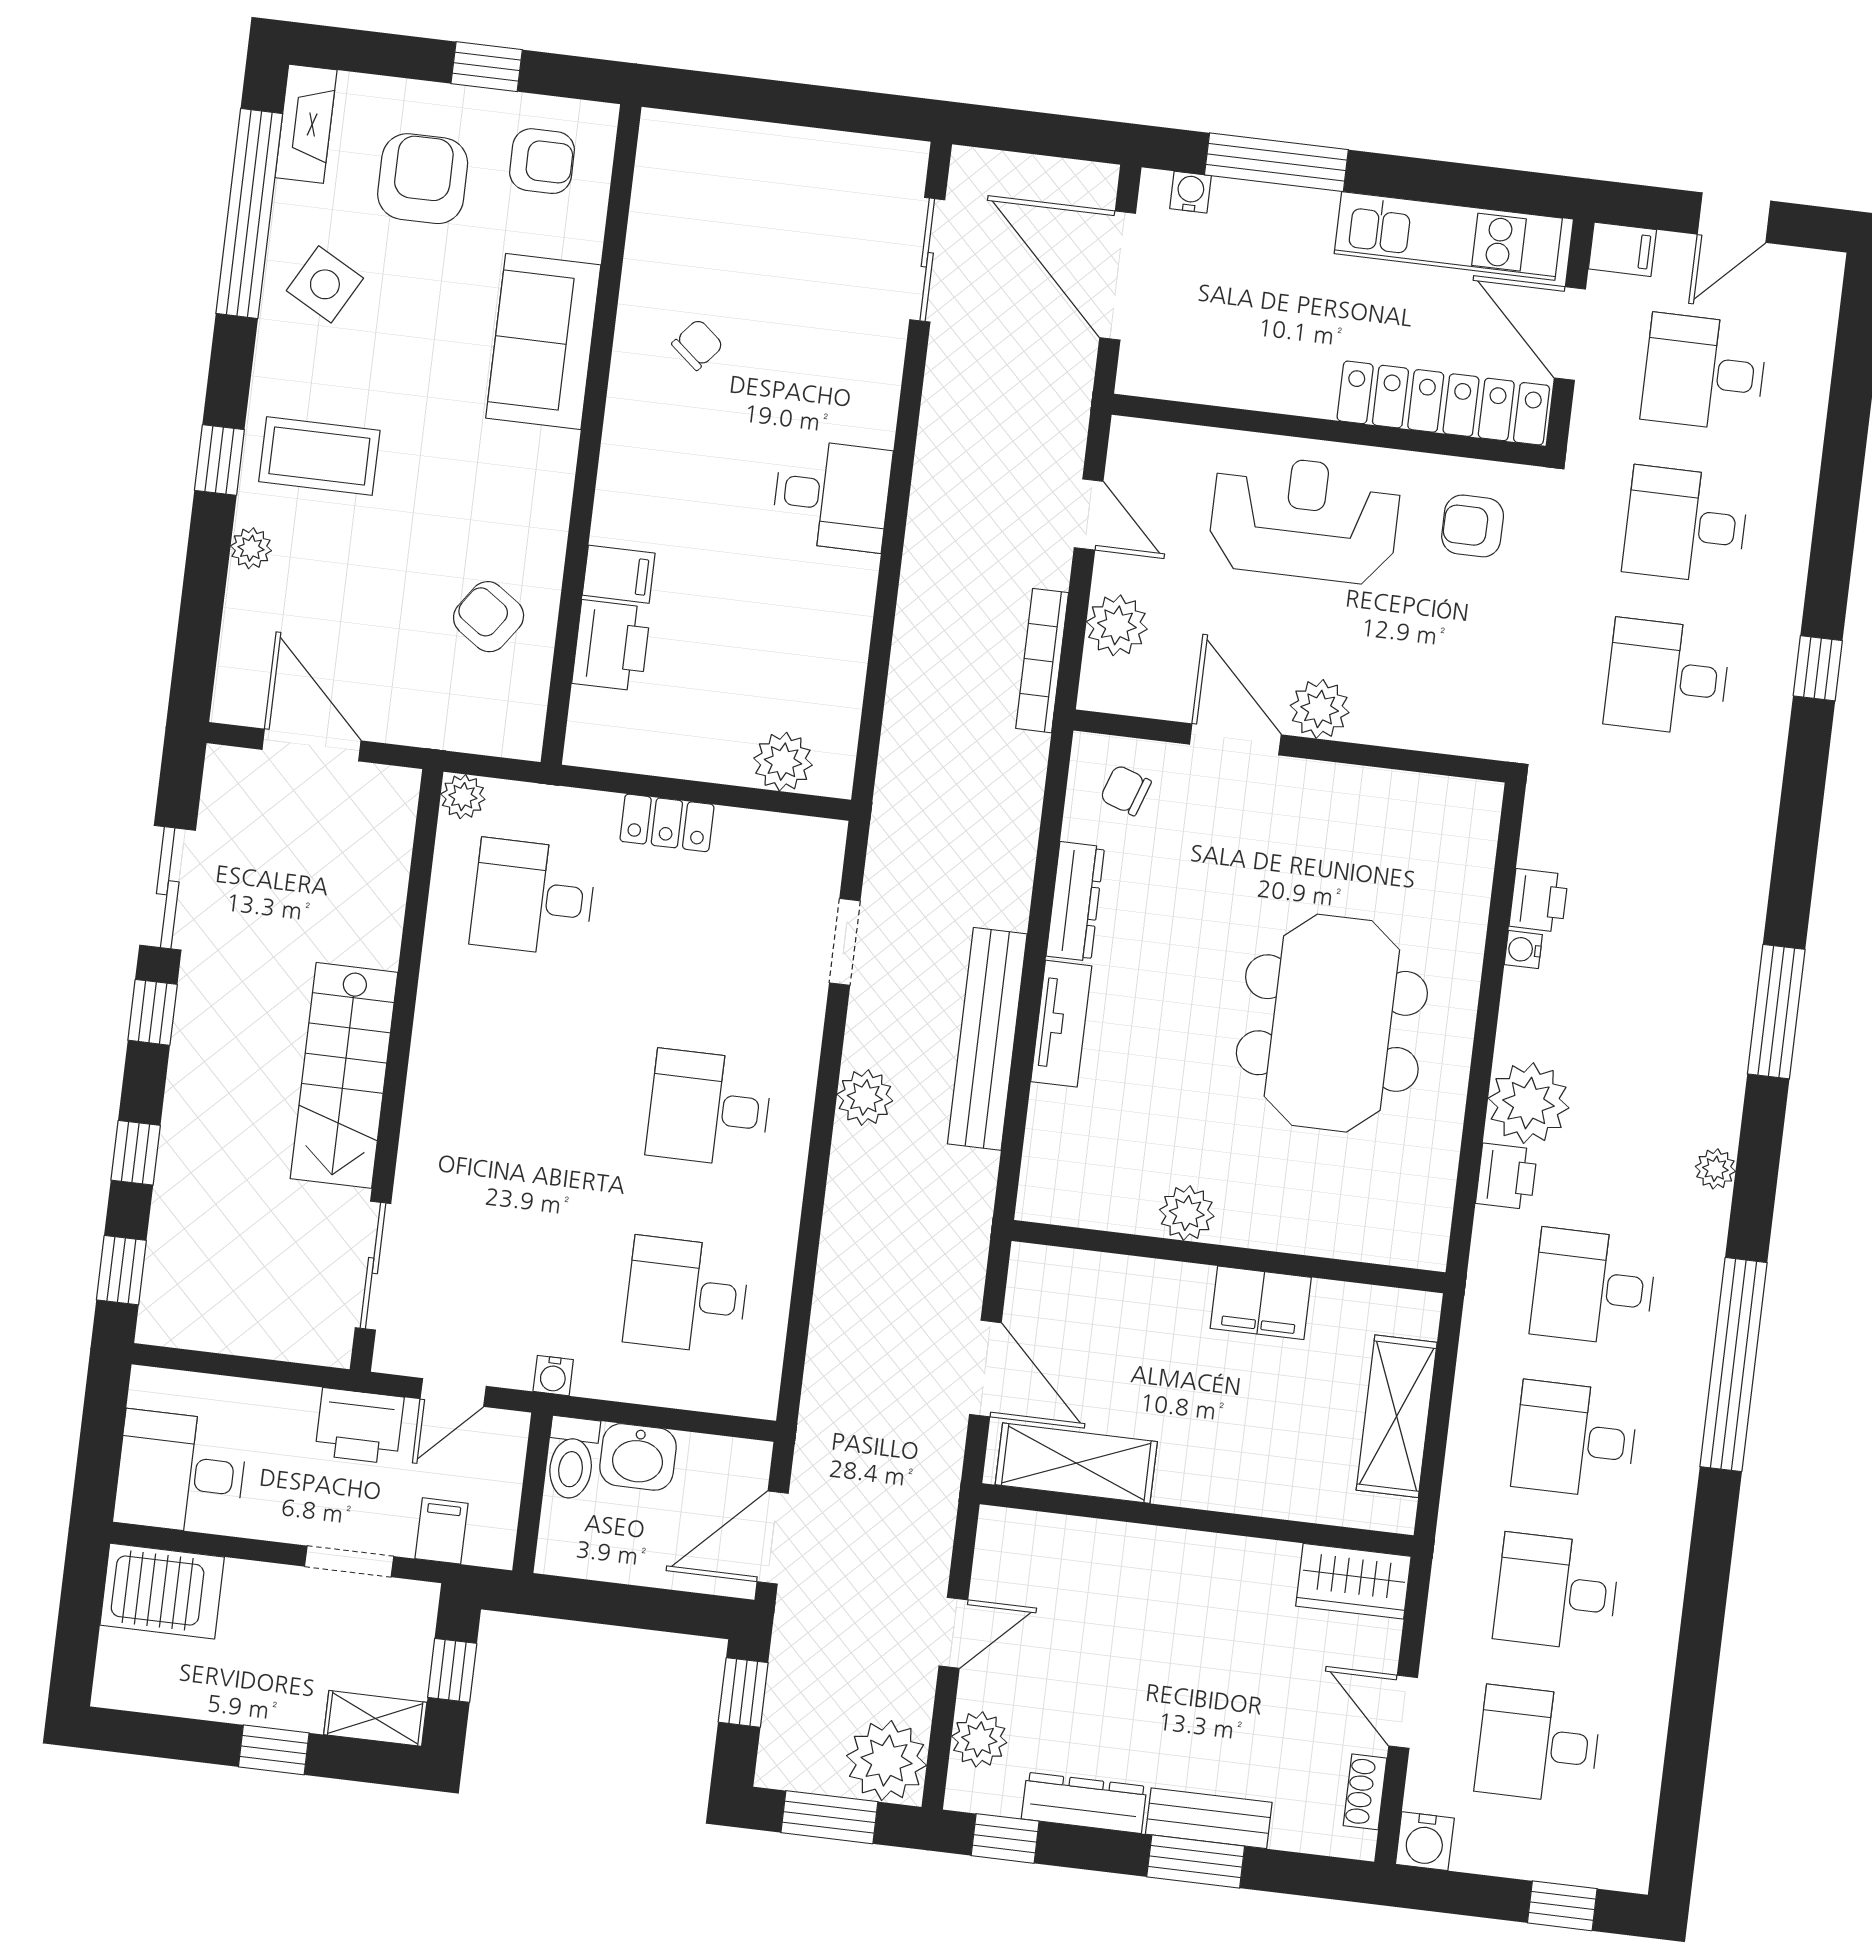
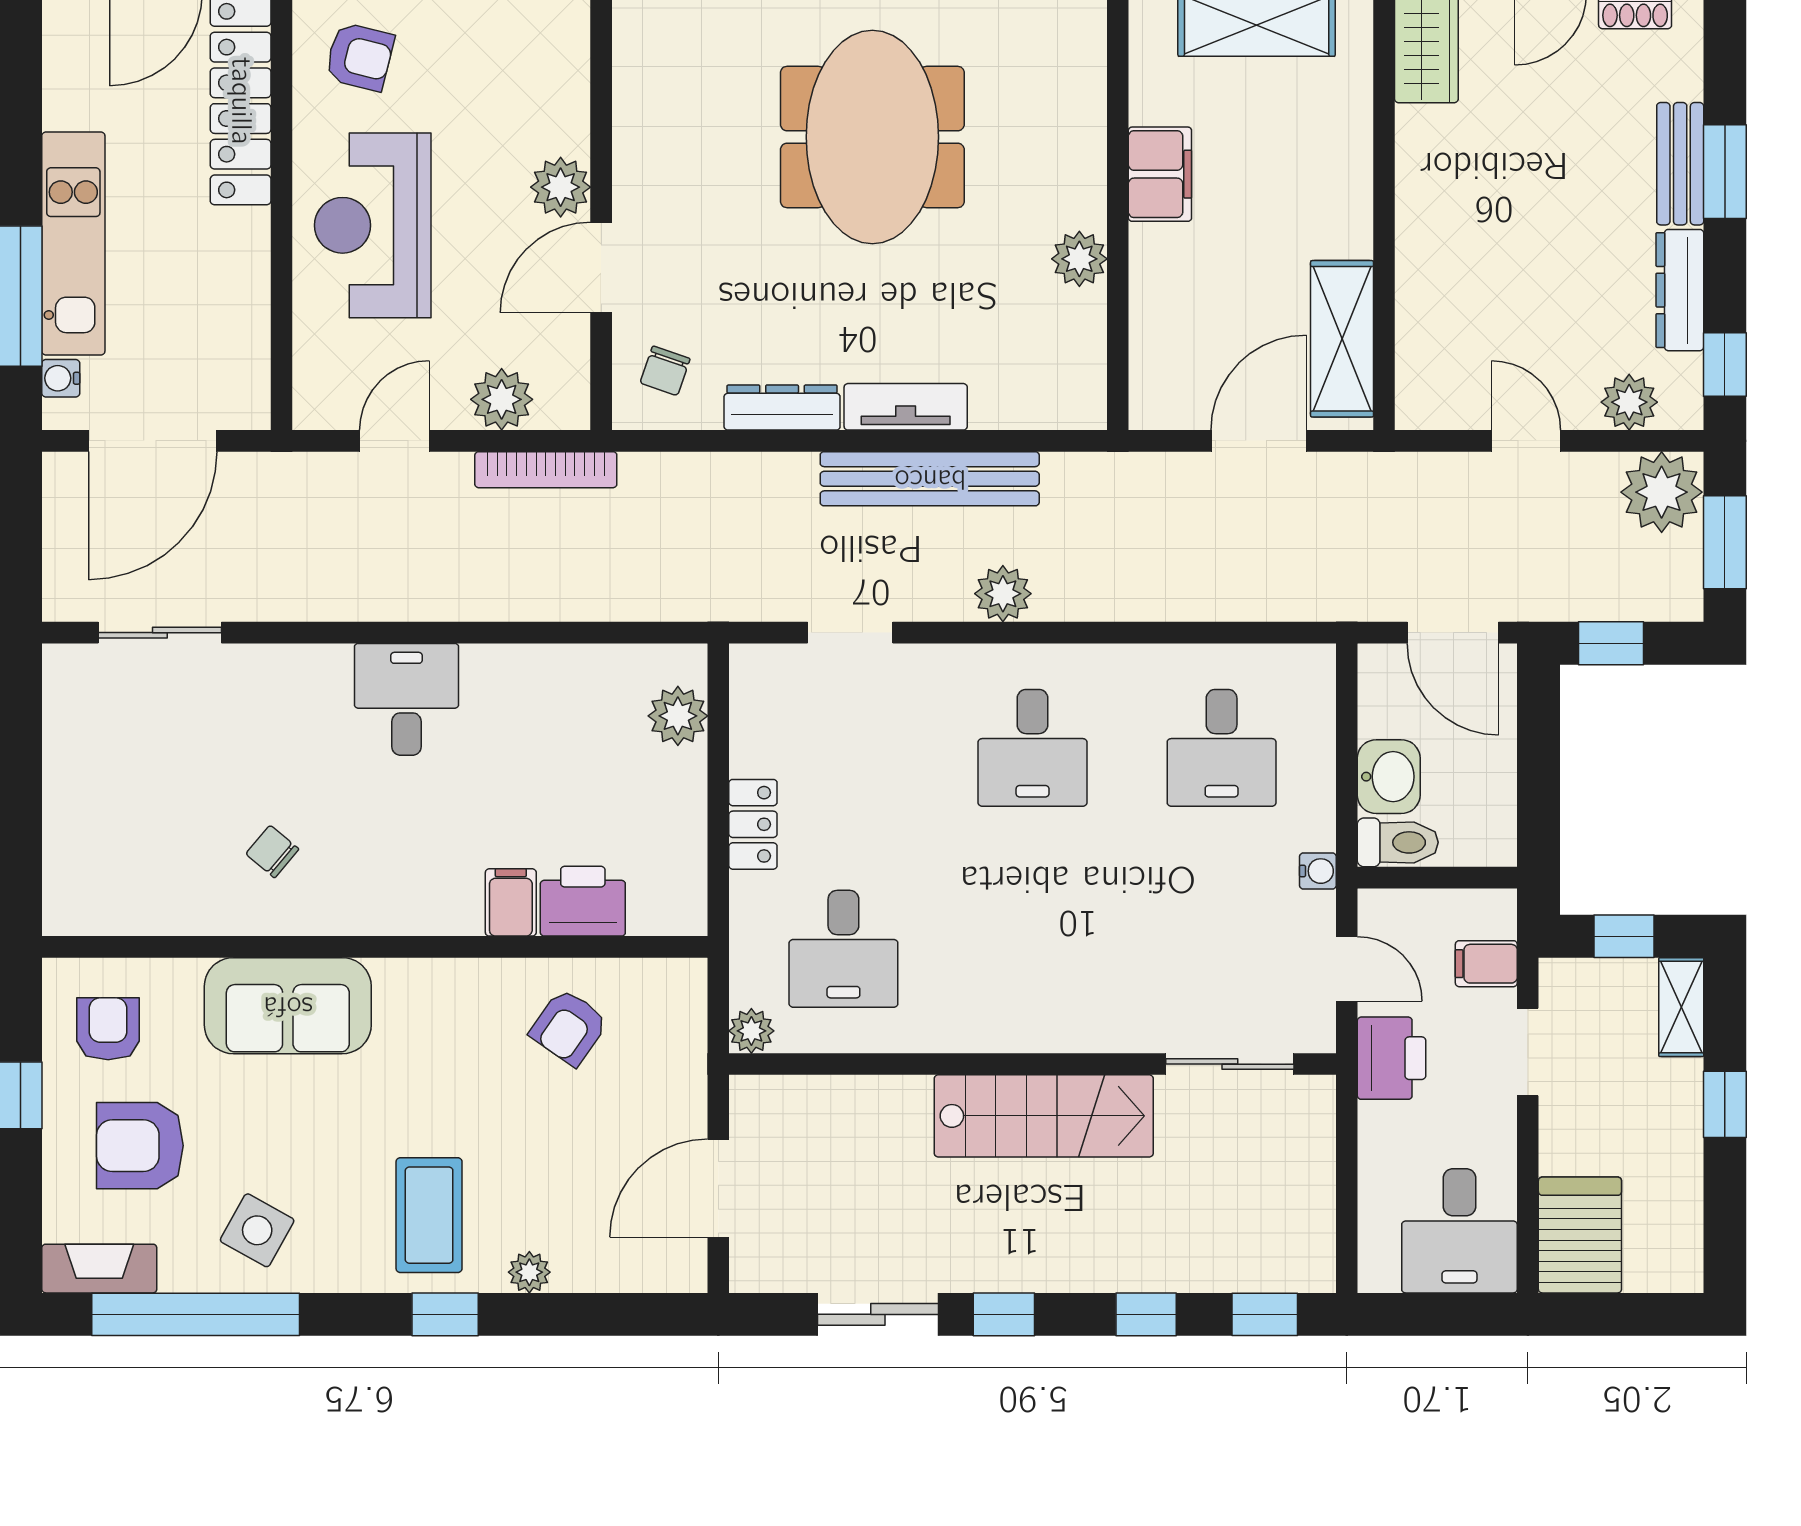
kitchen unit: (1448, 236) -> (73, 243), moved
armchair: (1473, 526) -> (360, 57), turned -76
meeting table: (1332, 1023) -> (872, 137), turned 90

